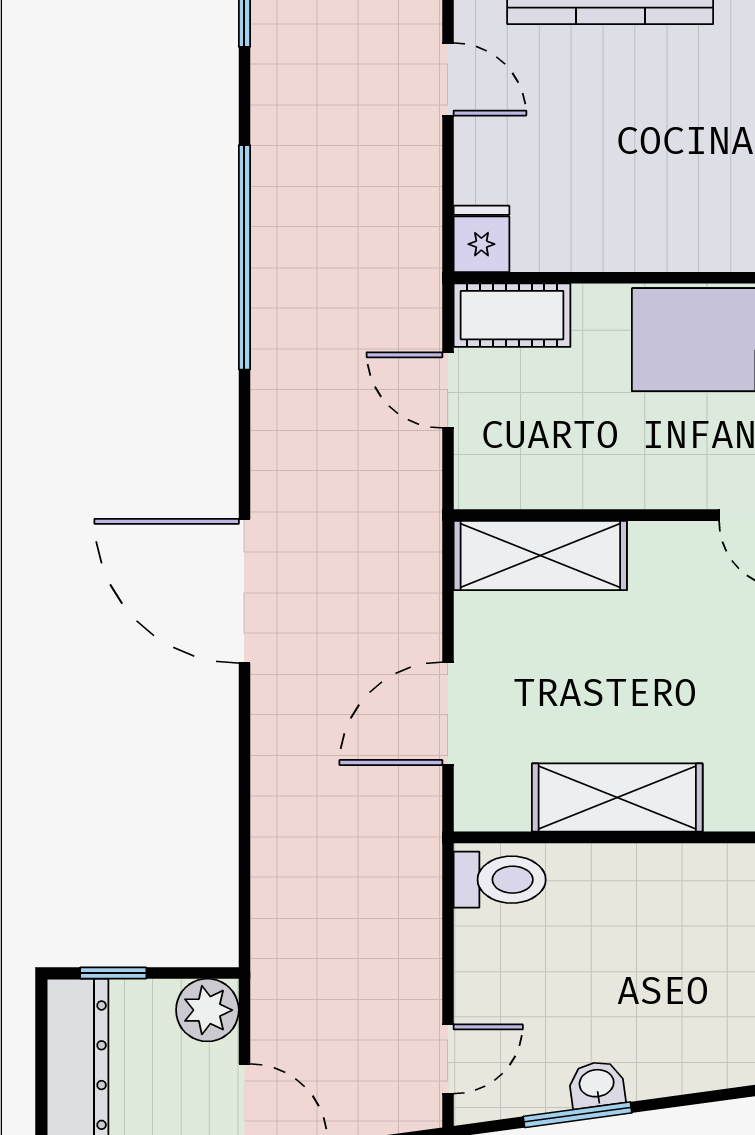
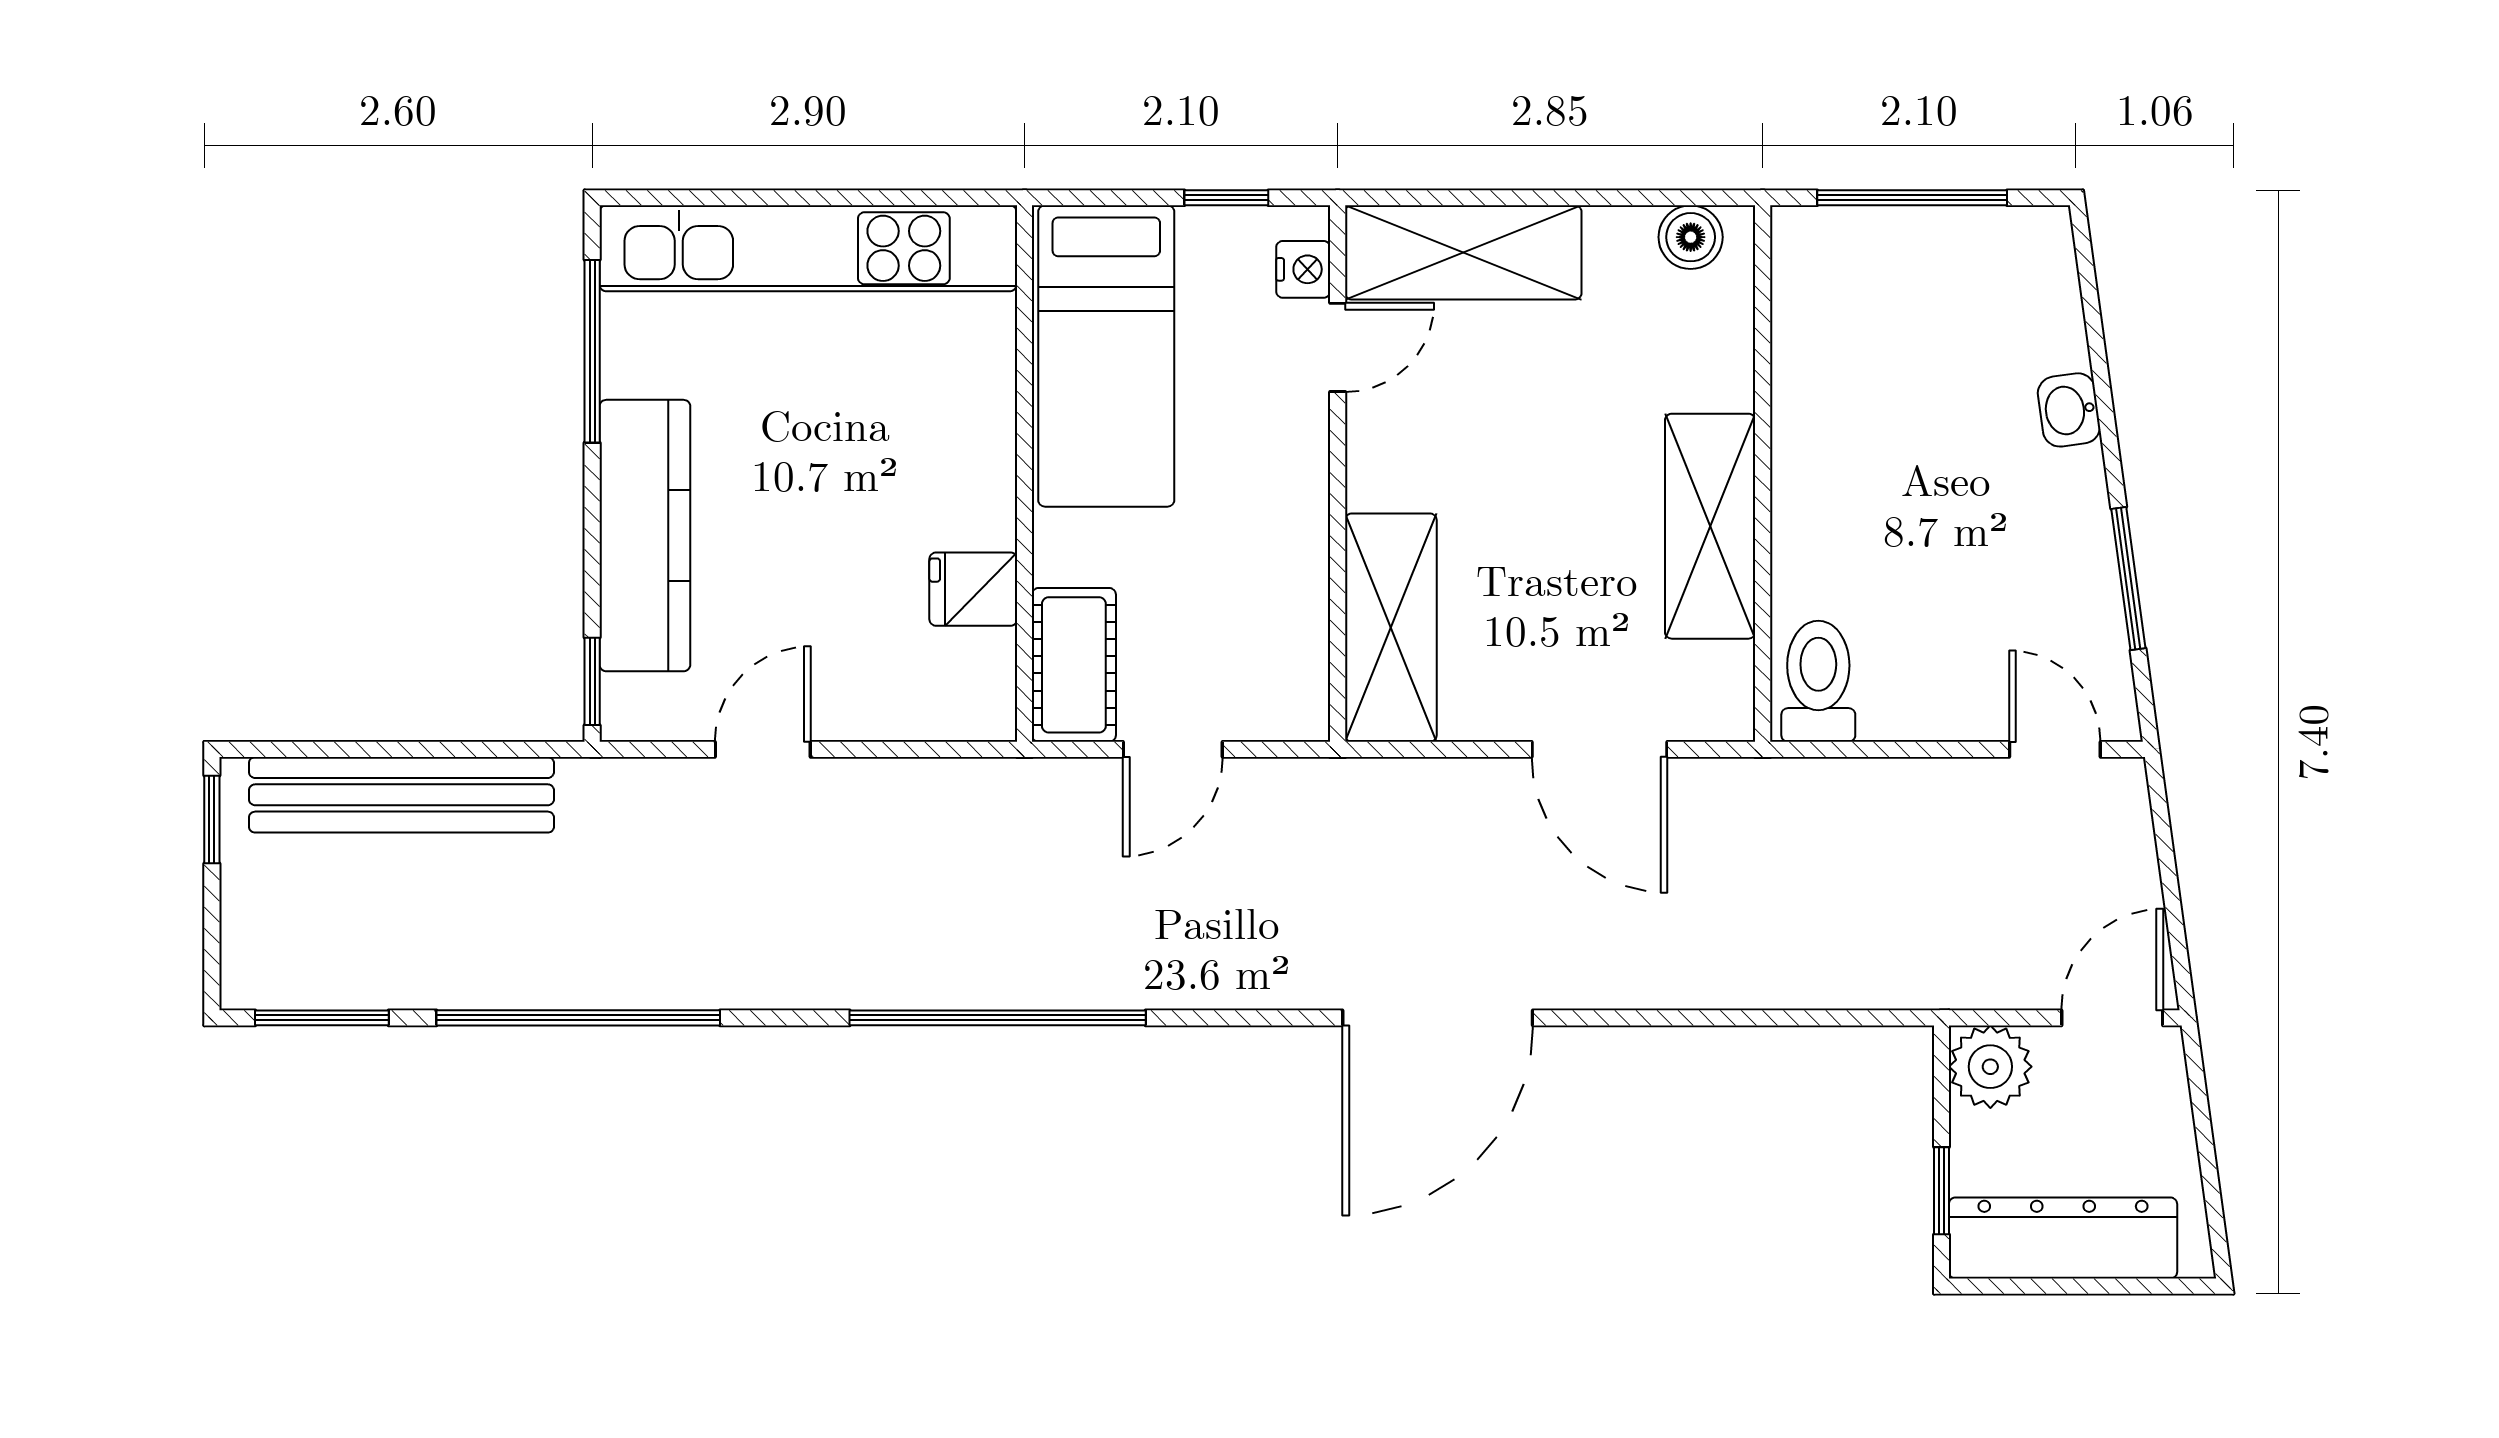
fridge: (481, 239) -> (973, 589), moved
washbasin: (597, 1084) -> (2069, 410), moved

